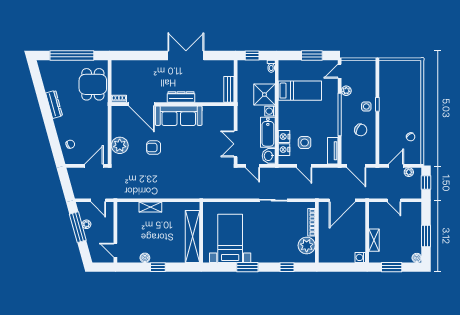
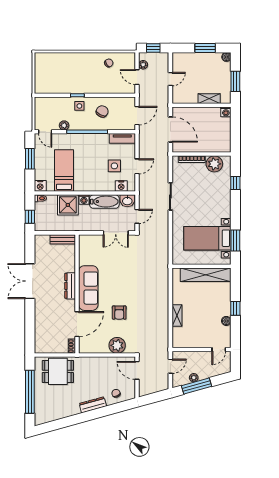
dresser: (54, 104) -> (93, 405), moved
nightstand: (284, 137) -> (40, 186), moved
window: (247, 267) -> (235, 241), moved

